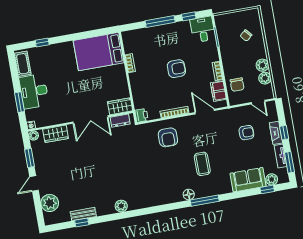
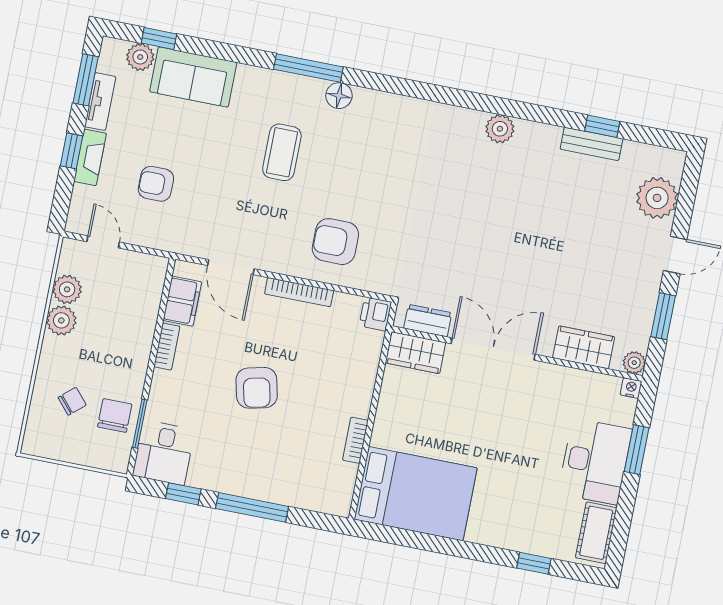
armchair: (176, 69) -> (257, 388), turned -103
chair: (237, 85) -> (115, 415), moved
armchair: (168, 137) -> (335, 242), turned -90

